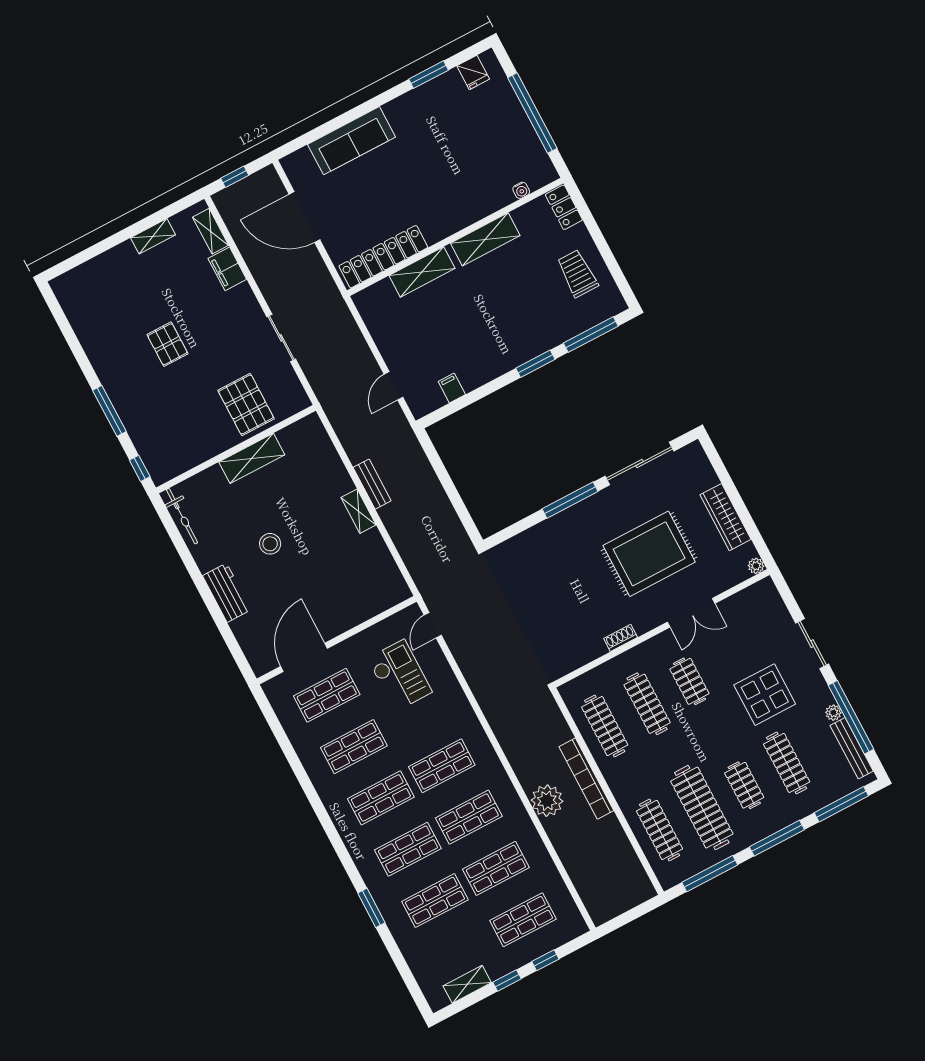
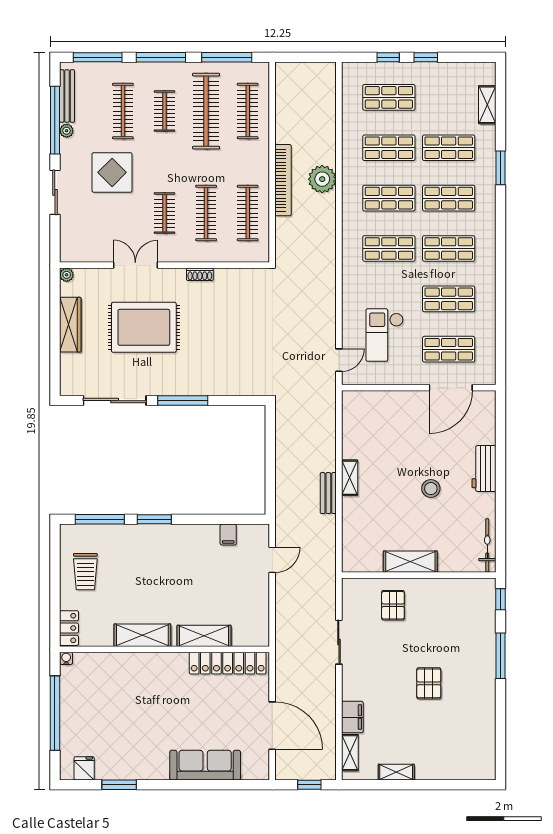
water cooler: (521, 190) -> (66, 658), moved
pallet: (246, 405) -> (393, 605), width x0.67, depth x0.71
shelving: (467, 984) -> (487, 105), moved, turned 90

